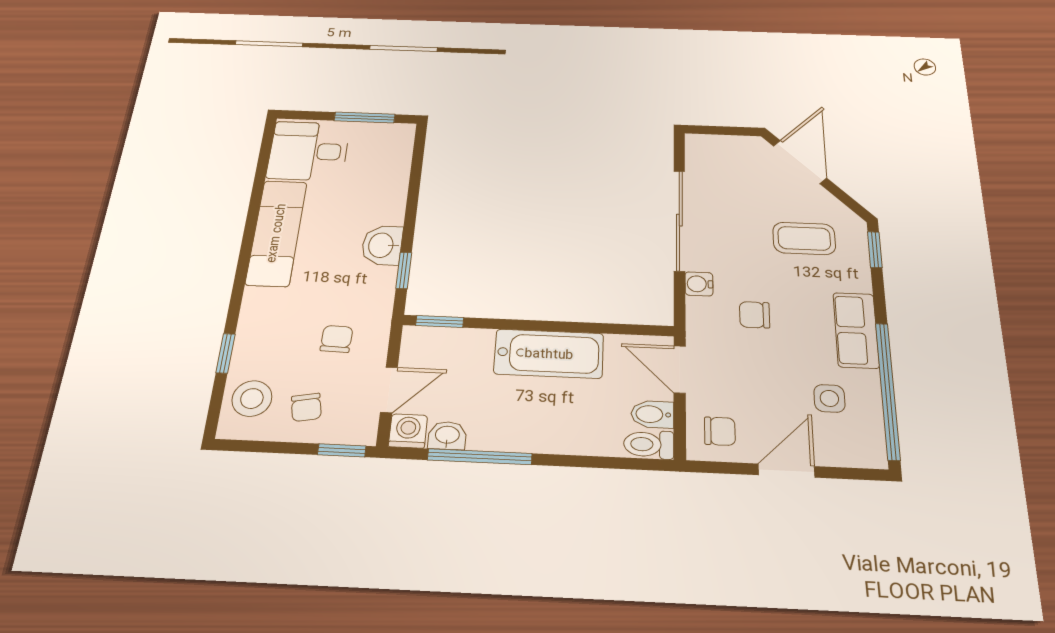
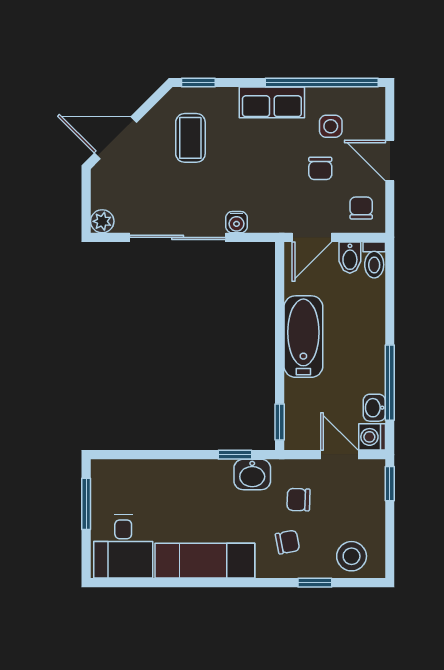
plant: (699, 145) -> (102, 221), added
washbasin: (382, 245) -> (252, 474), moved
chair: (755, 315) -> (320, 168), moved
chair: (306, 407) -> (288, 542), moved

